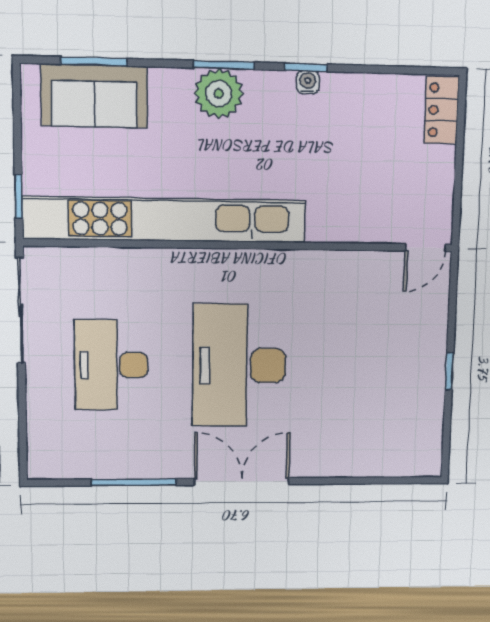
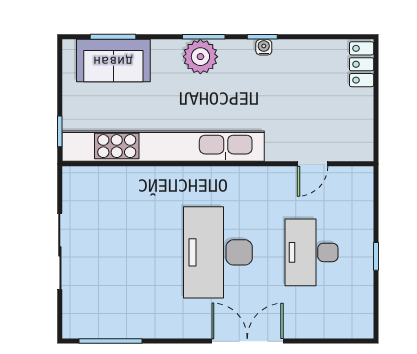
door: (425, 248) -> (313, 164), moved
sliding door: (21, 311) -> (60, 251), moved
desk: (111, 365) -> (312, 252), moved
double door: (242, 481) -> (247, 341), moved
window: (134, 482) -> (110, 341), moved

